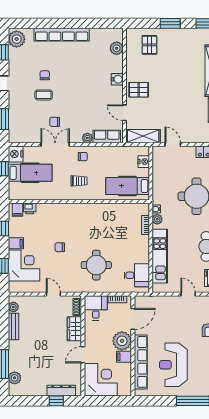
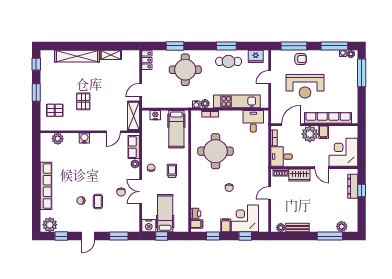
pallet: (139, 90) -> (83, 101), moved
round table: (96, 265) -> (216, 151), moved, width x1.36, depth x1.36
door: (133, 319) -> (291, 125), hinge flipped
reception desk: (173, 365) -> (305, 86), moved

